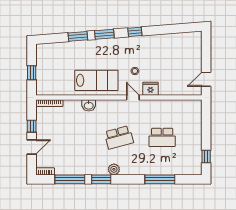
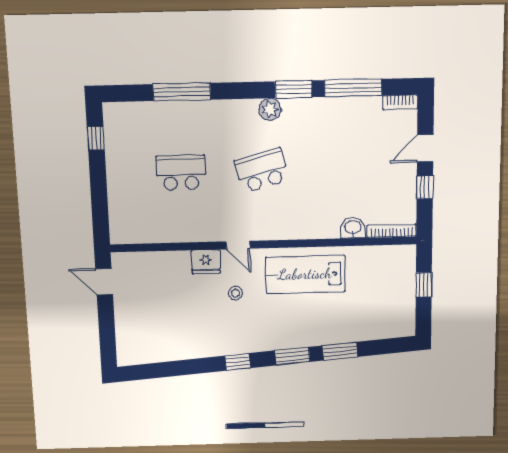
door: (206, 79) -> (104, 282), swing flipped
washbasin: (89, 105) -> (353, 228), moved

